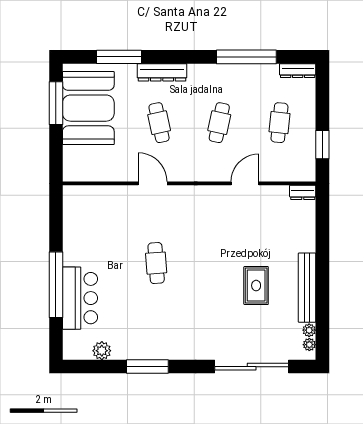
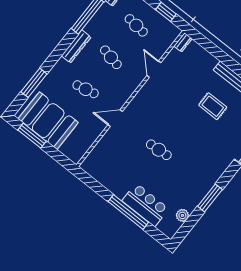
dresser: (162, 72) -> (76, 46), moved

